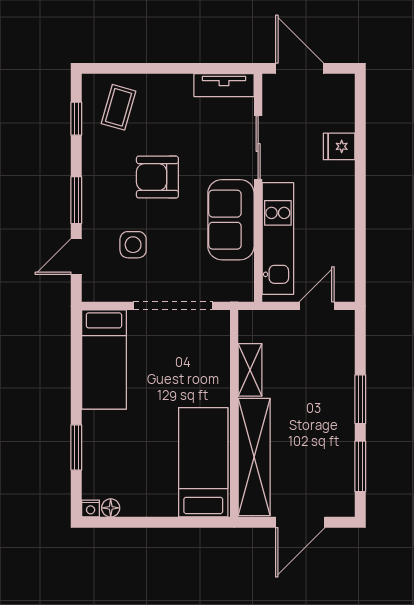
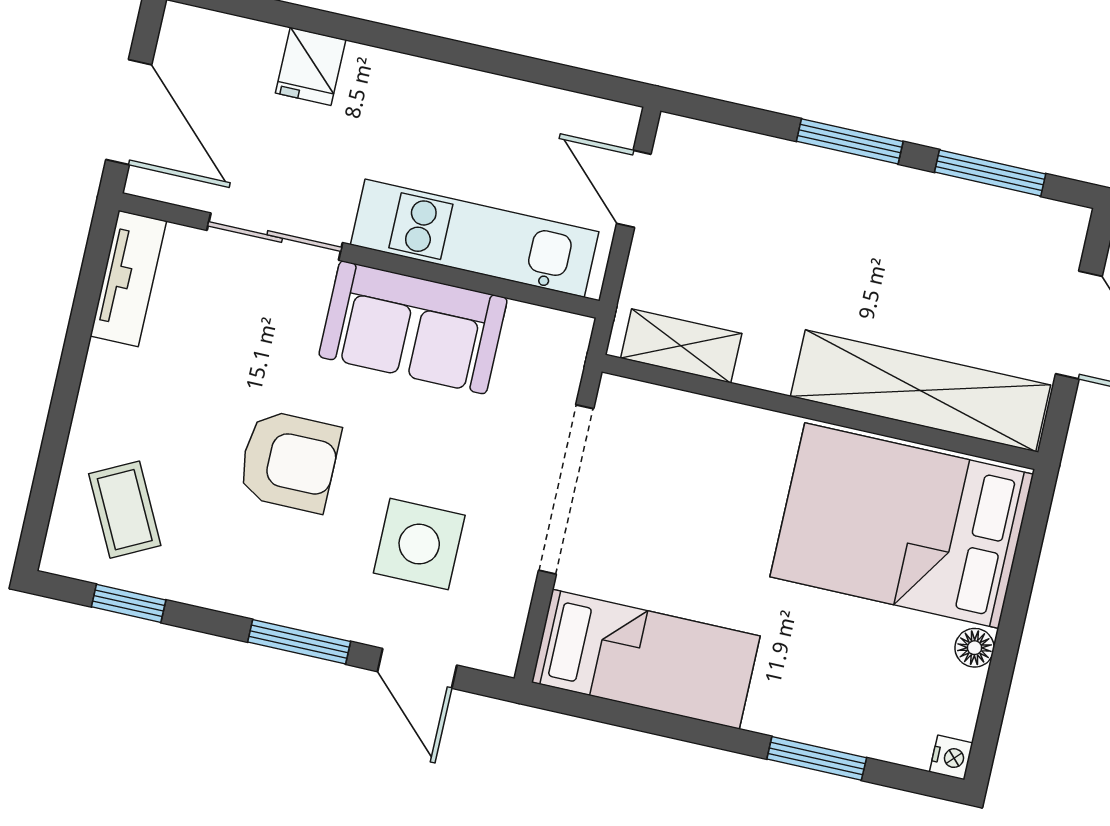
door: (300, 68) -> (129, 112), swing flipped
coffee table: (119, 107) -> (125, 510), turned 47
armchair: (157, 177) -> (289, 461), turned -90
side table: (133, 245) -> (419, 544), width x1.37, depth x1.37
shelving: (250, 370) -> (681, 346), moved
bed: (203, 462) -> (902, 526), width x1.50
floor lamp: (111, 508) -> (974, 648), moved

